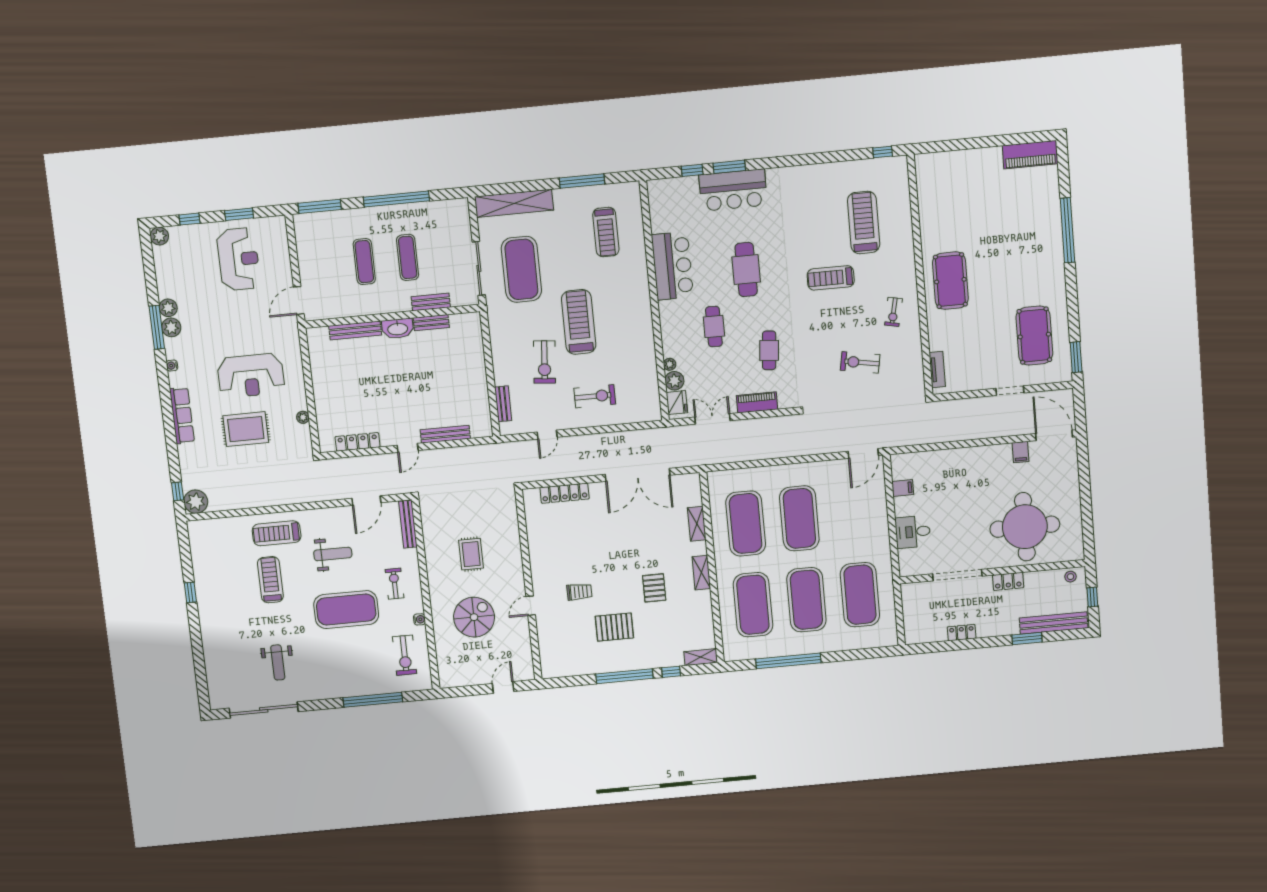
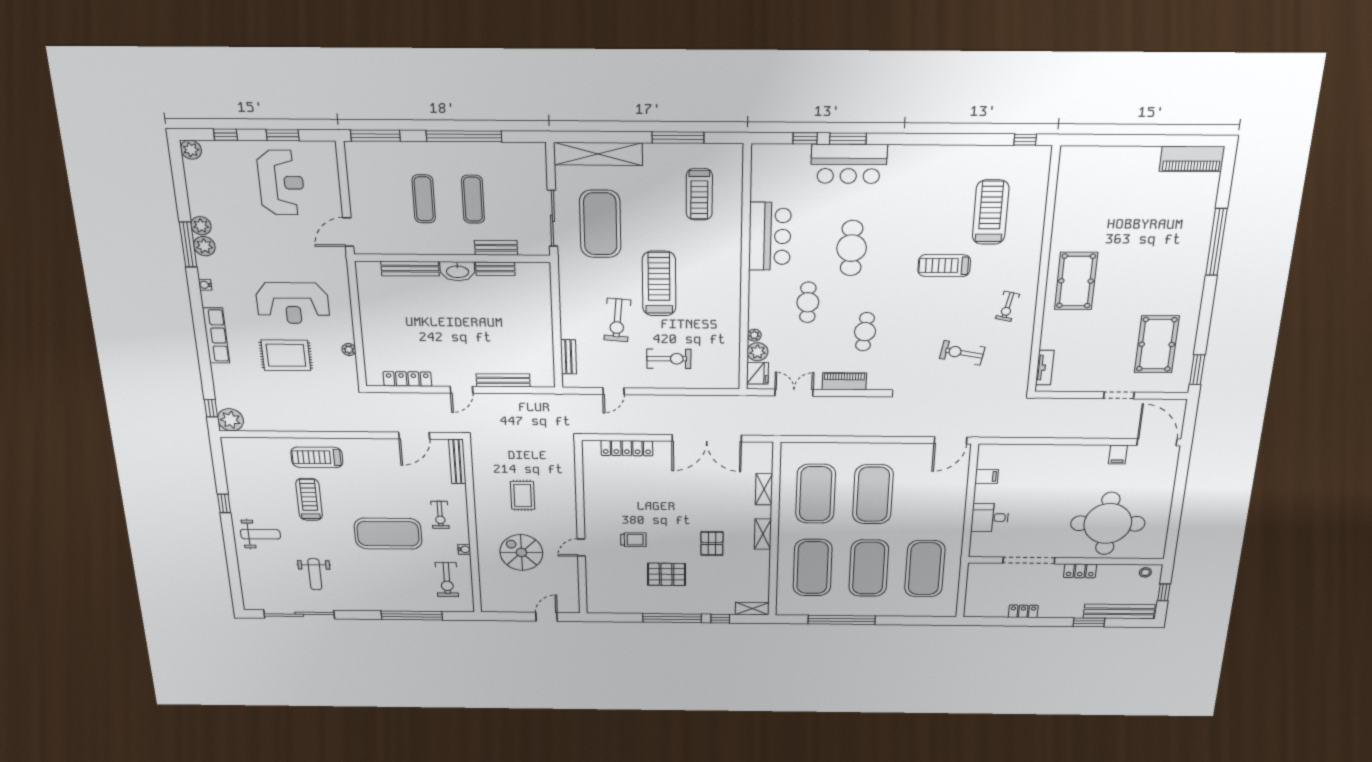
weight bench: (333, 554) -> (260, 534), moved
exercise bike: (395, 584) -> (440, 515), turned 180
spiral stairs: (474, 617) -> (521, 552), turned -90

